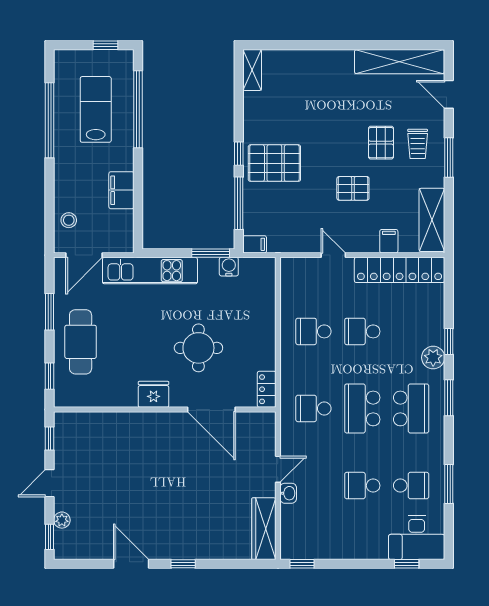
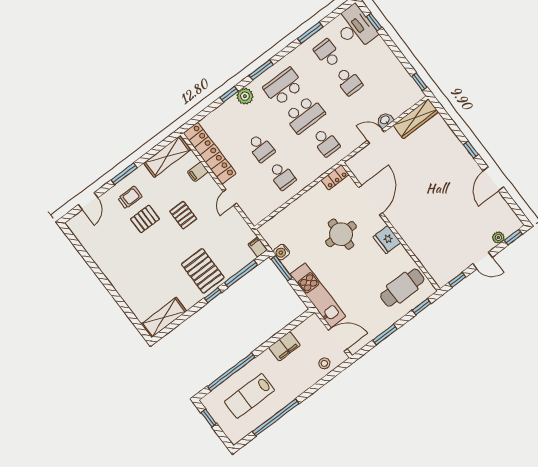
shelving: (399, 62) -> (91, 243), removed
shelving: (252, 70) -> (164, 318), width x1.50, depth x1.33
cafe table: (81, 342) -> (402, 288), moved

